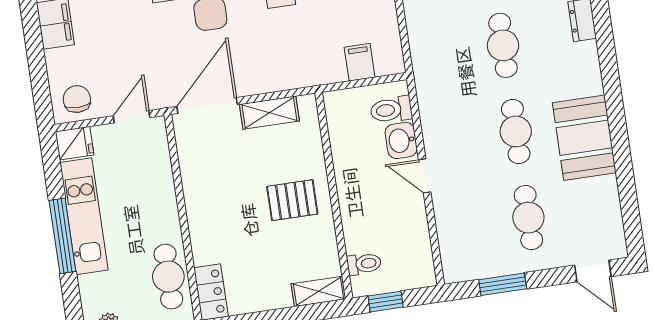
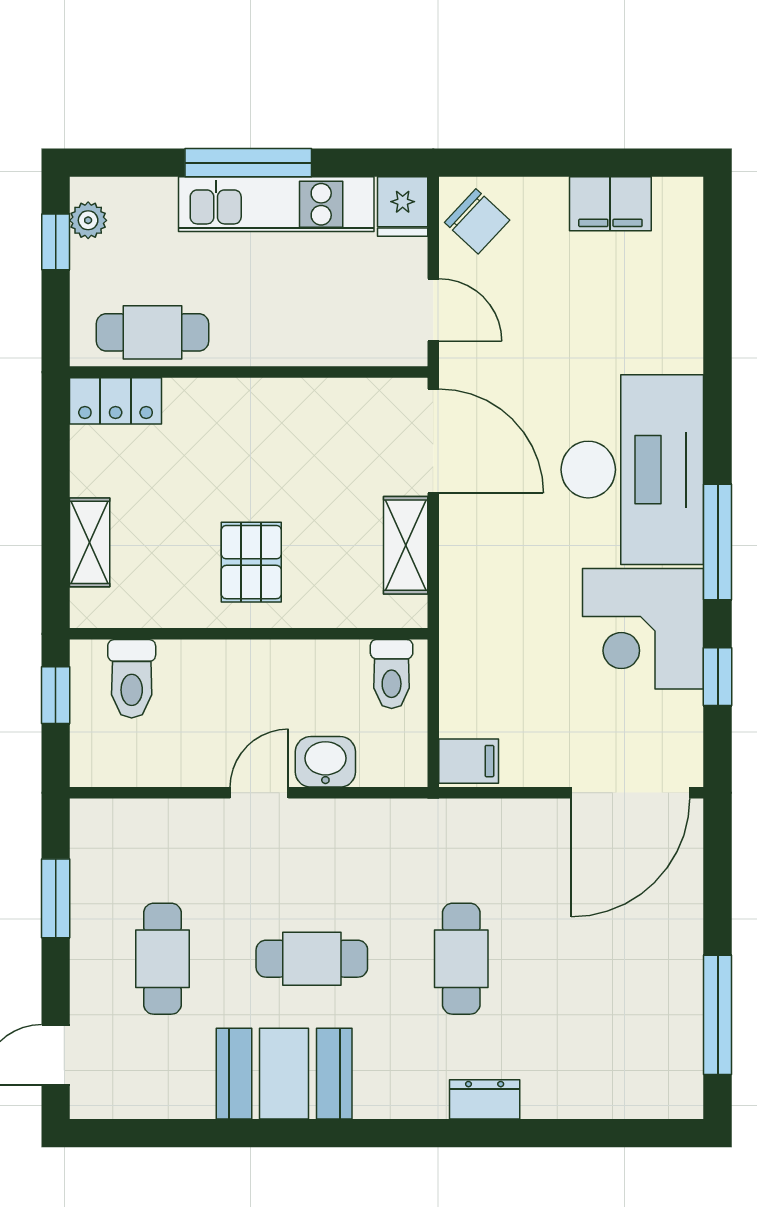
cafe table: (503, 45) -> (461, 959), turned 90
filing cabinet: (360, 62) -> (469, 761), moved
chair: (77, 99) -> (477, 221), turned 43
toilet: (391, 110) -> (392, 674), moved, turned 180
cafe table: (528, 218) -> (162, 959), turned 90
toilet: (364, 264) -> (132, 679), width x1.37, depth x1.39
shelving: (319, 291) -> (90, 542), moved

